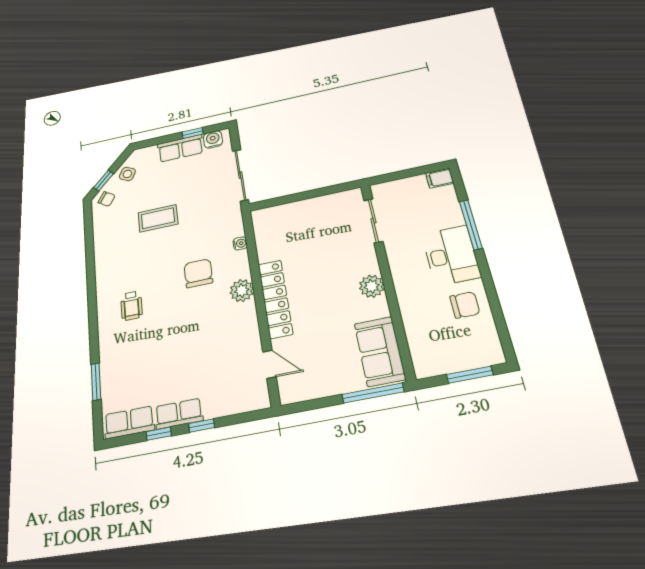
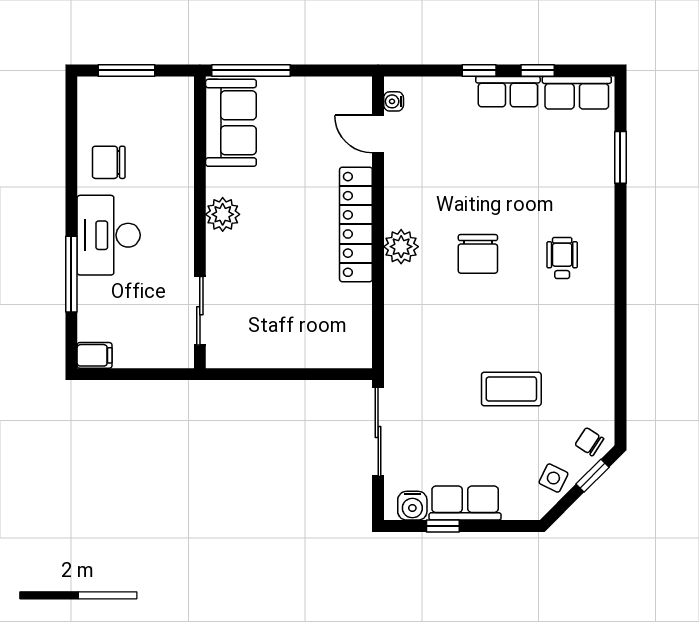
water cooler: (240, 243) -> (394, 101), moved
chair: (198, 273) -> (478, 254), moved

